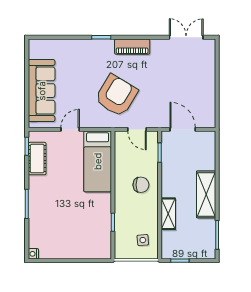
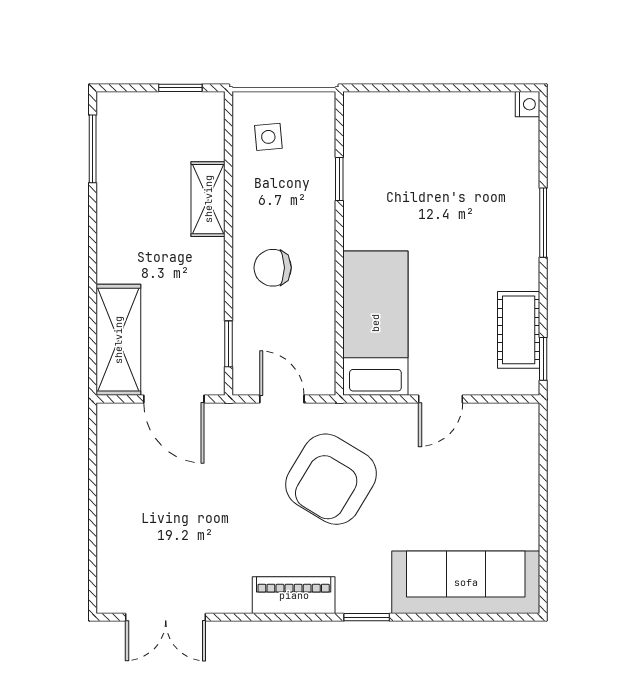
sofa: (42, 91) -> (466, 582), moved, turned 90
shelving: (206, 194) -> (118, 340), moved

